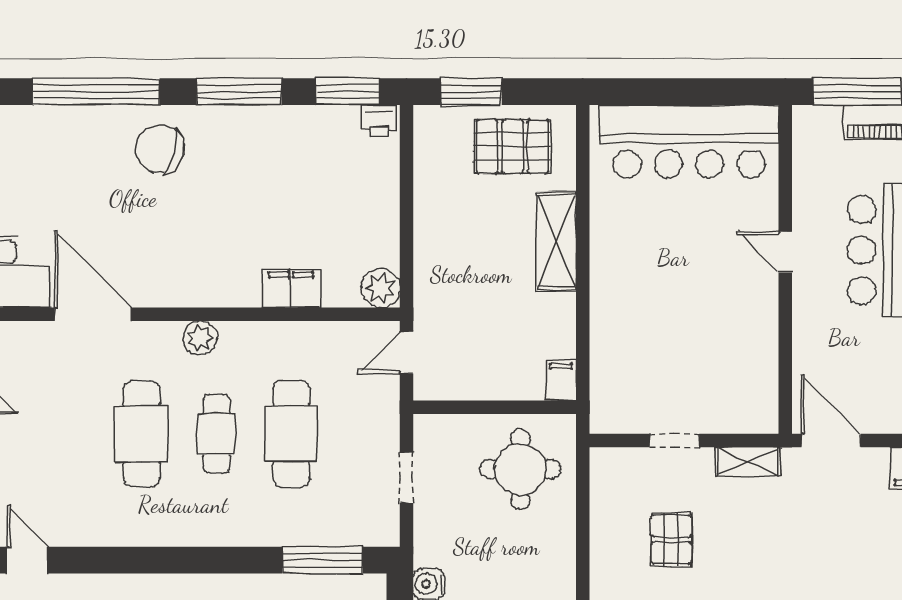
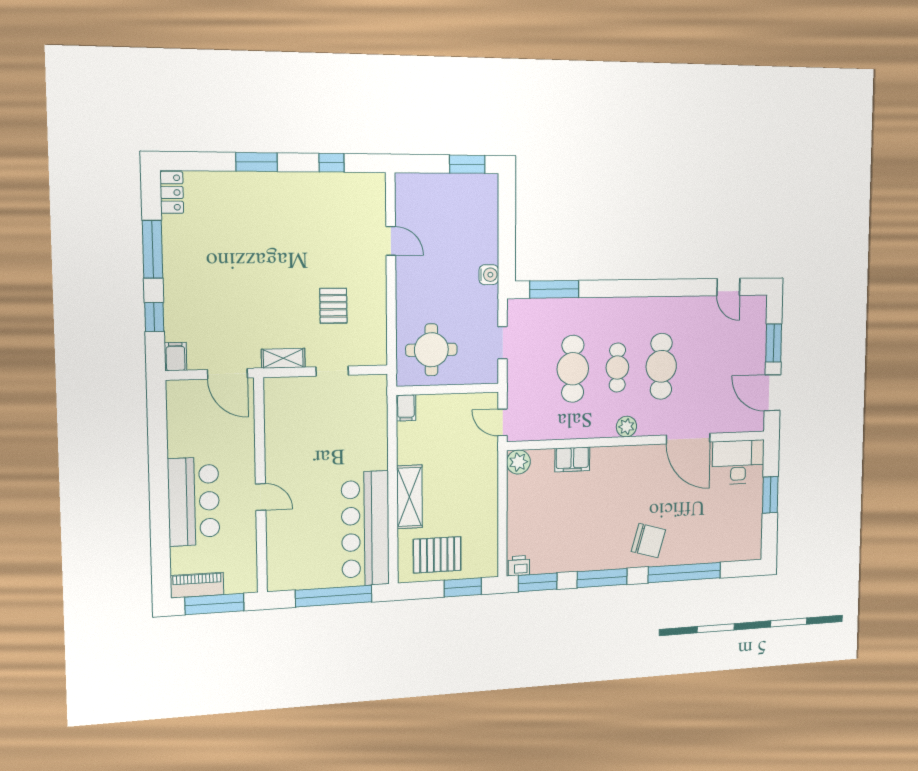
window: (676, 92) -> (334, 596), added
bar counter: (689, 141) -> (365, 529), moved, turned -90
door: (407, 352) -> (503, 422), swing flipped

